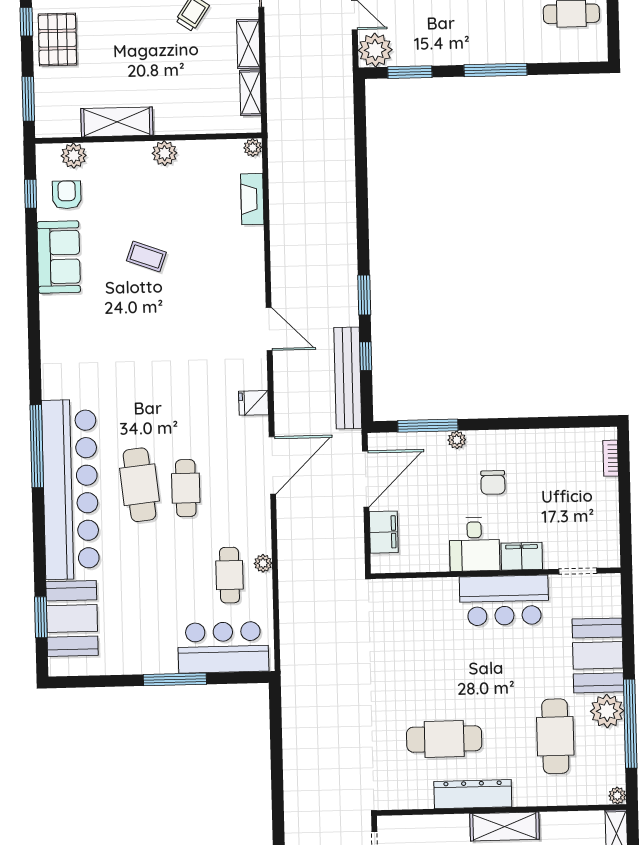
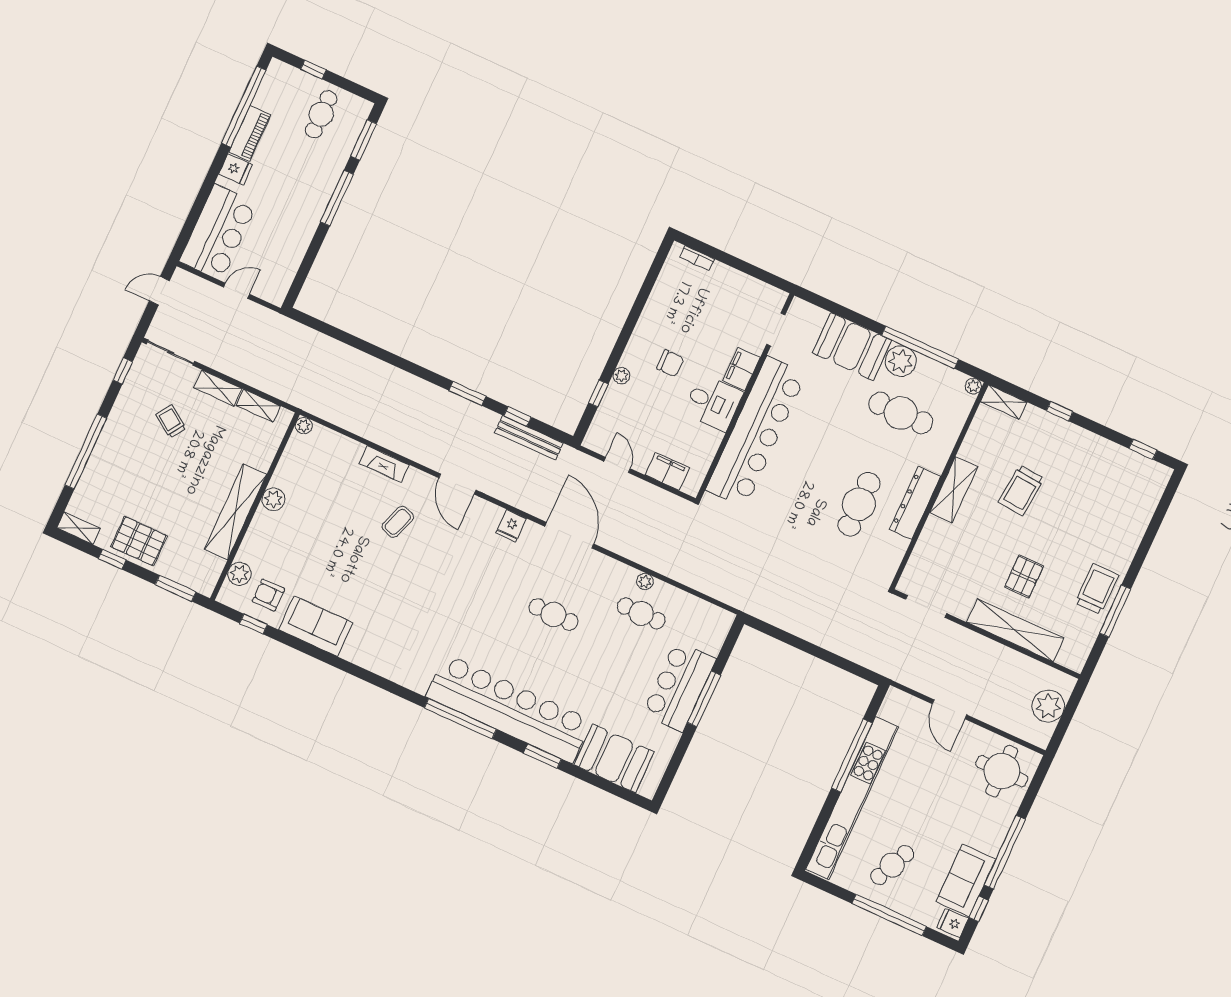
plant: (375, 50) -> (273, 288), removed
window: (410, 72) -> (363, 140), moved
shelving: (117, 122) -> (235, 512), width x1.47
fireplace: (252, 199) -> (384, 464), moved
coffee table: (146, 257) -> (398, 522), moved
door: (269, 329) -> (457, 484), swing flipped
bench: (348, 378) -> (529, 438), width x0.73, depth x0.82
window: (428, 426) -> (598, 393), width x0.46
door: (366, 479) -> (617, 465), width x0.53
cafe table: (139, 485) -> (532, 651), removed
bar counter: (504, 600) -> (756, 432), width x1.86
window: (41, 617) -> (542, 756), moved
bar counter: (223, 647) -> (679, 686), moved

